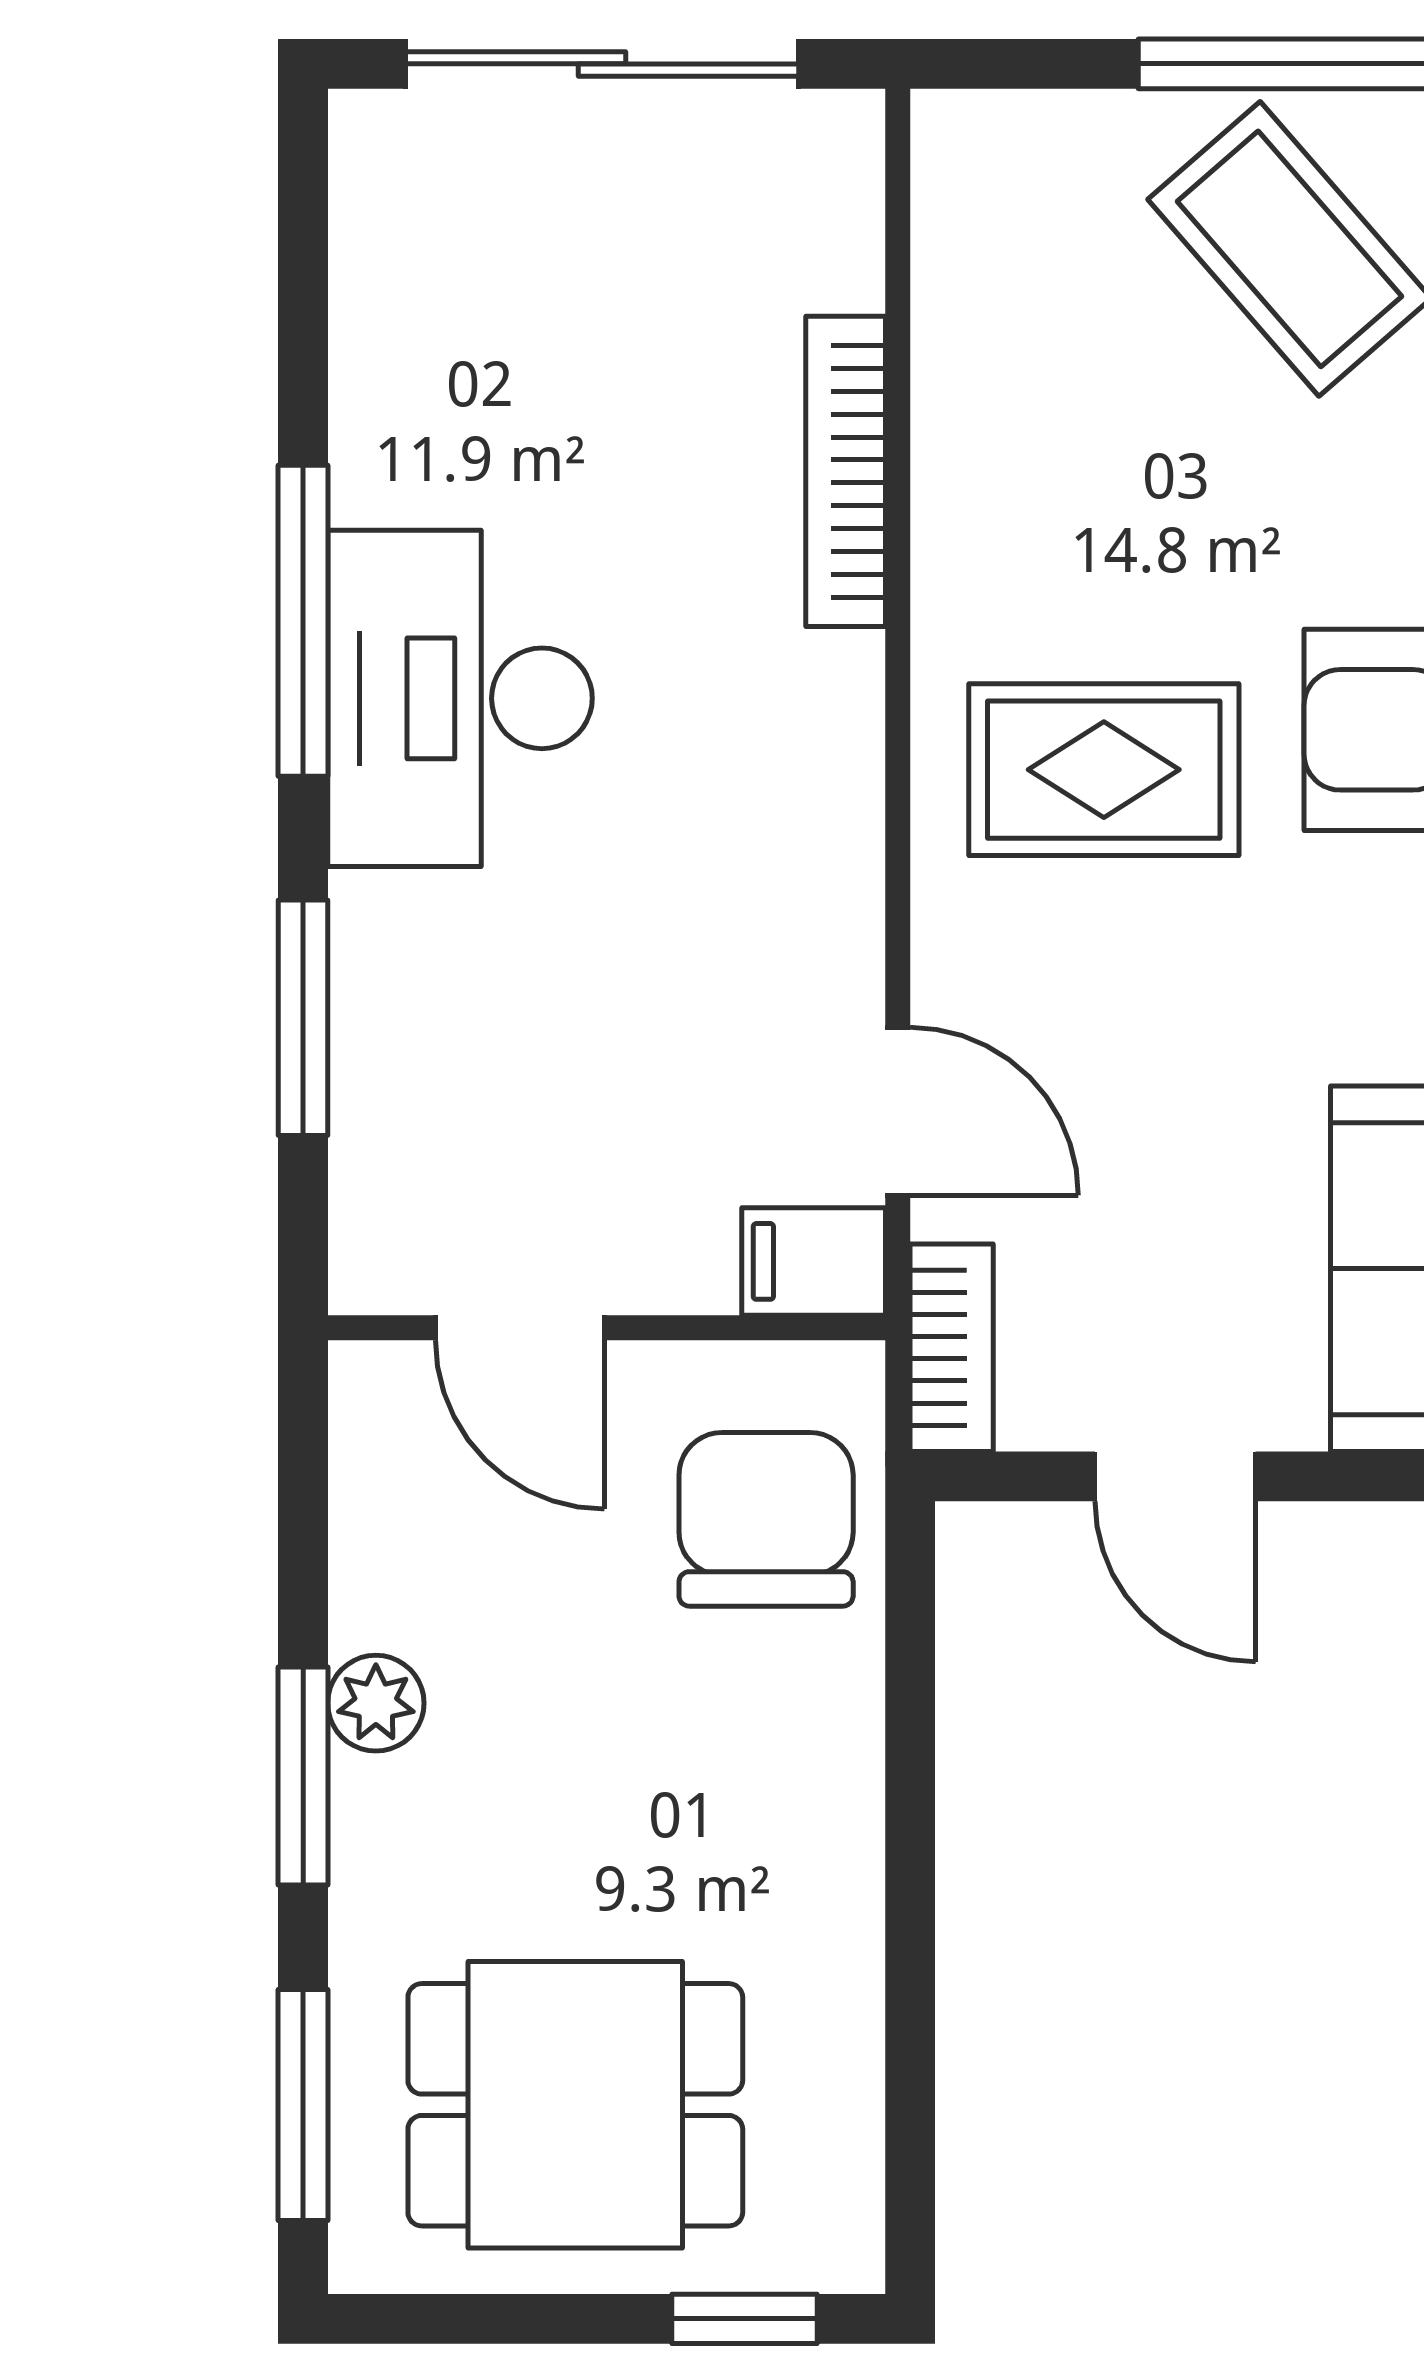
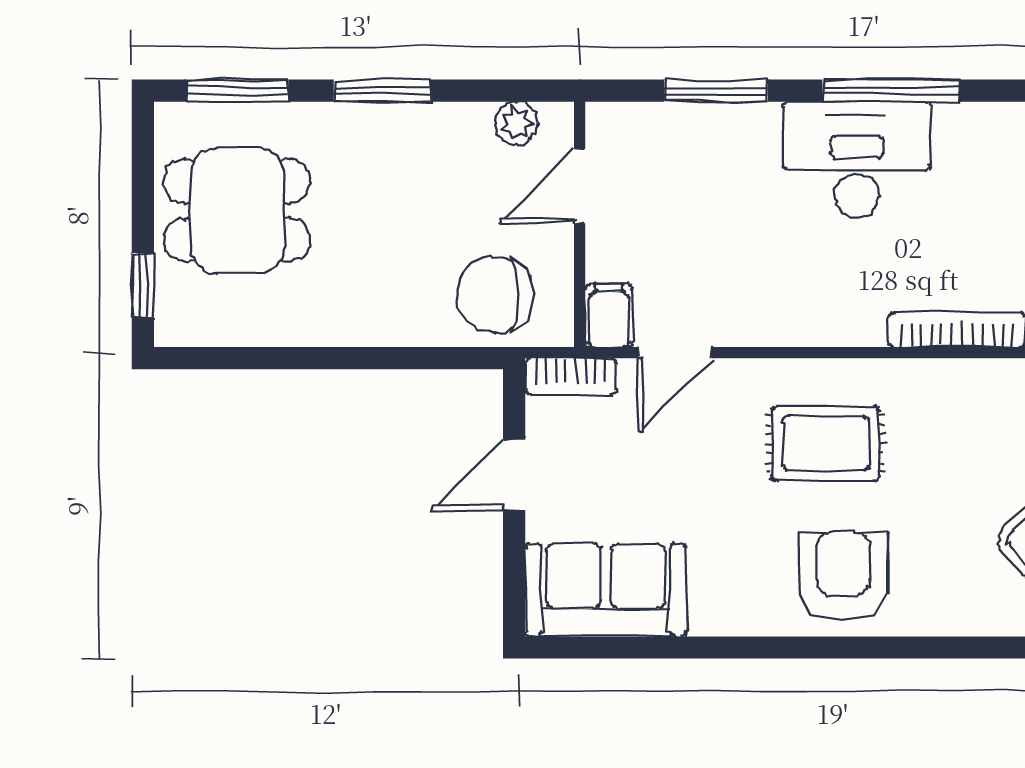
rug: (1104, 770) -> (826, 443), turned 90
chair: (766, 1519) -> (495, 295), turned 180
plant: (376, 1703) -> (516, 123), moved
dining table: (575, 2105) -> (237, 211), turned 90

